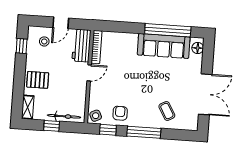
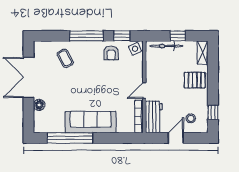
sofa: (164, 46) -> (91, 122), moved
floor lamp: (198, 48) -> (39, 105), moved

